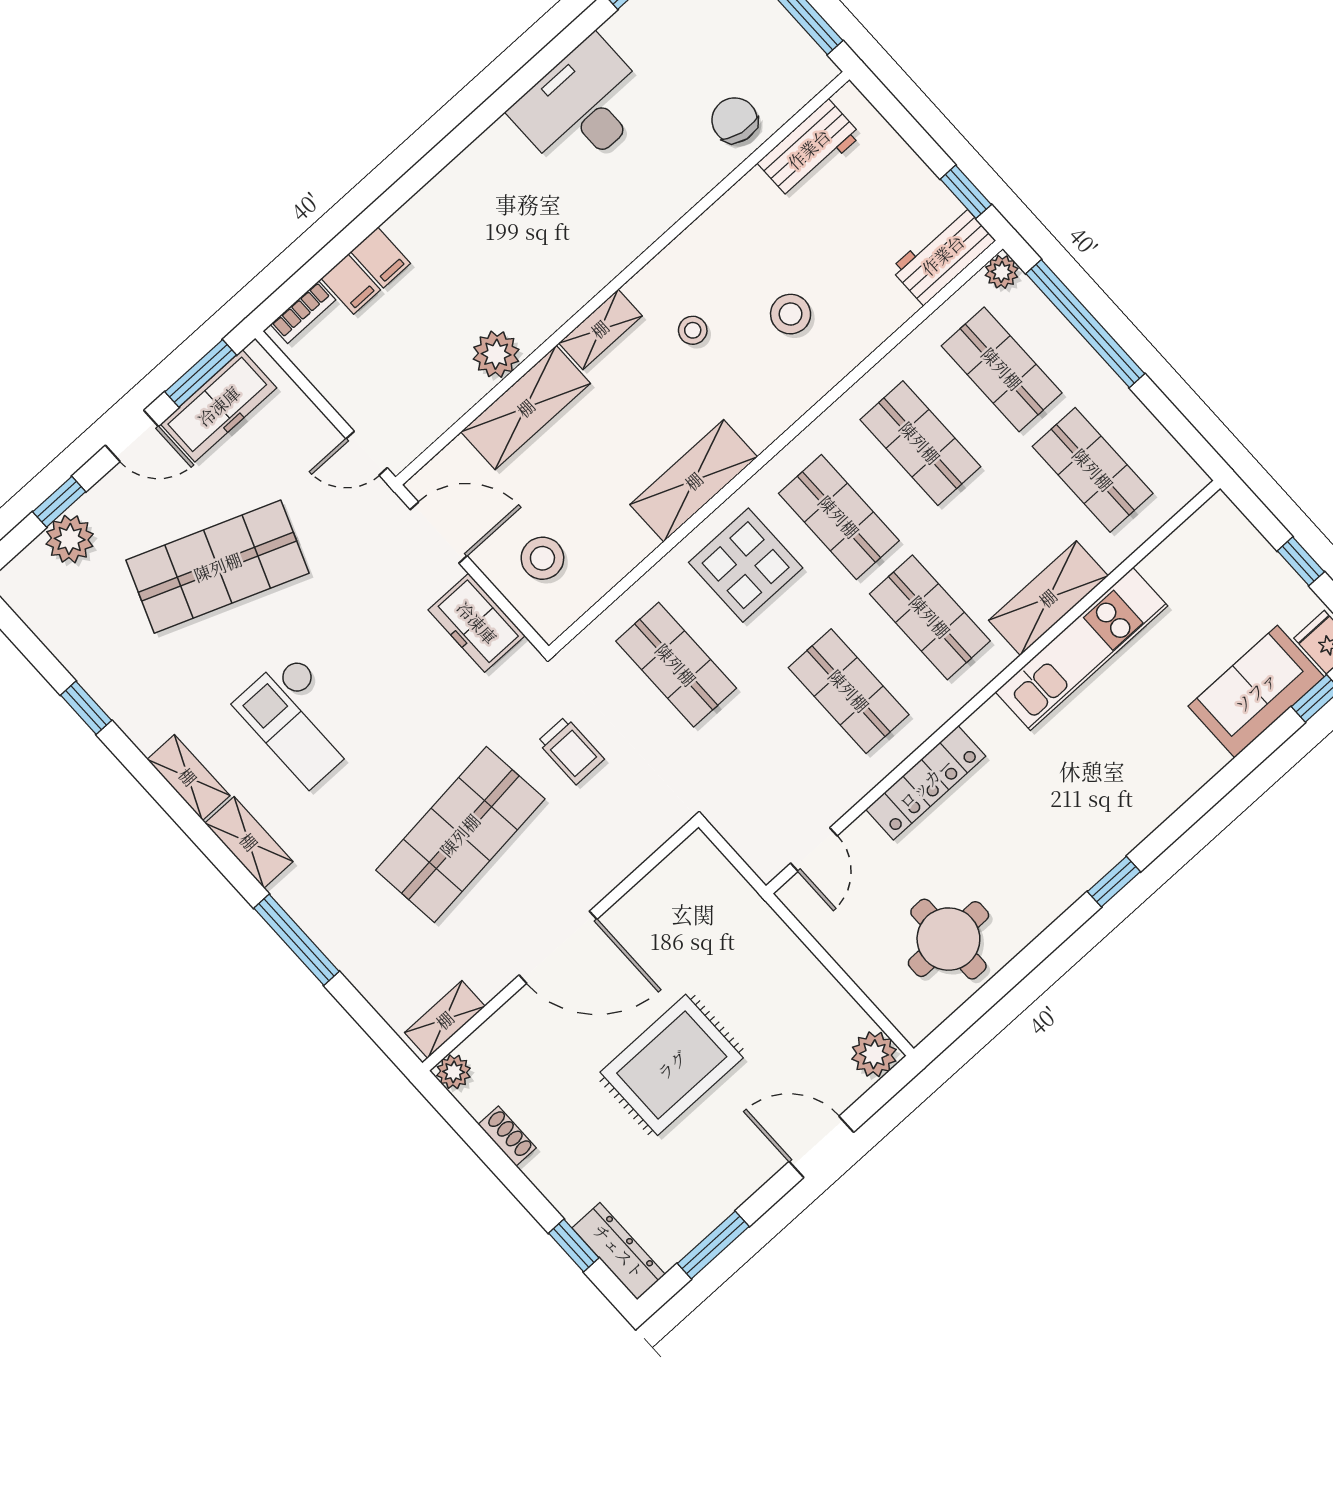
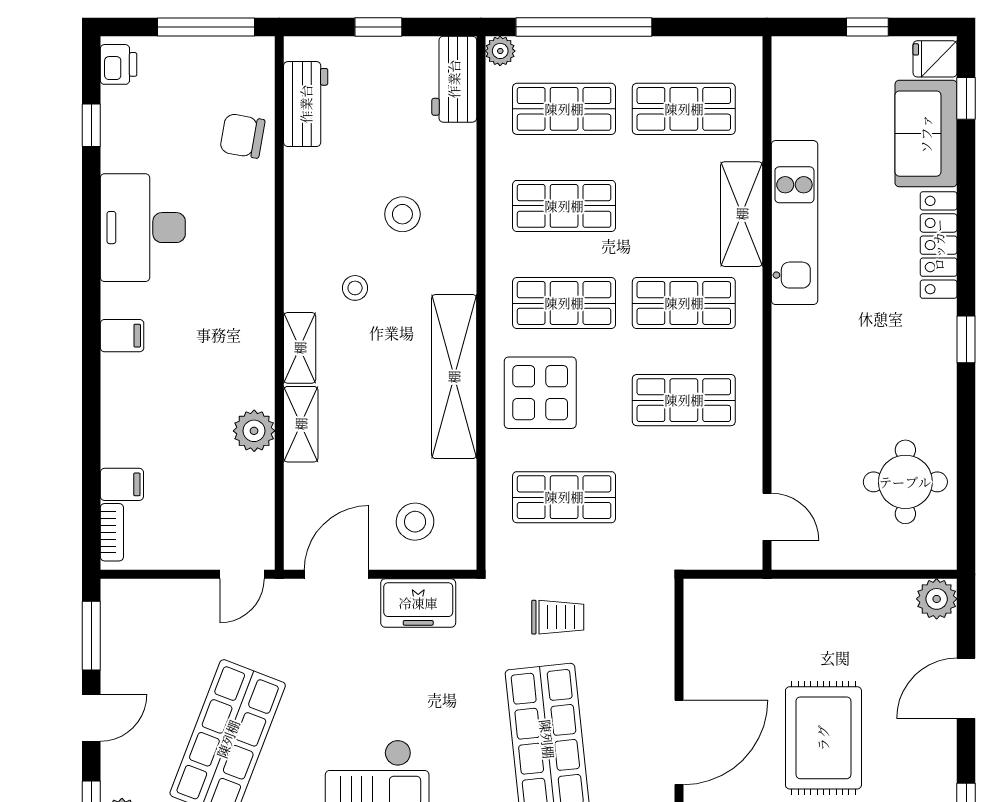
window: (966, 192) -> (378, 27), moved
filing cabinet: (381, 257) -> (122, 336), moved
freezer: (219, 406) -> (123, 643), removed
shelving: (526, 408) -> (301, 424), width x0.67, depth x0.75
shelving: (694, 481) -> (454, 377), width x1.47
locker: (926, 783) -> (939, 245), moved, turned 180

